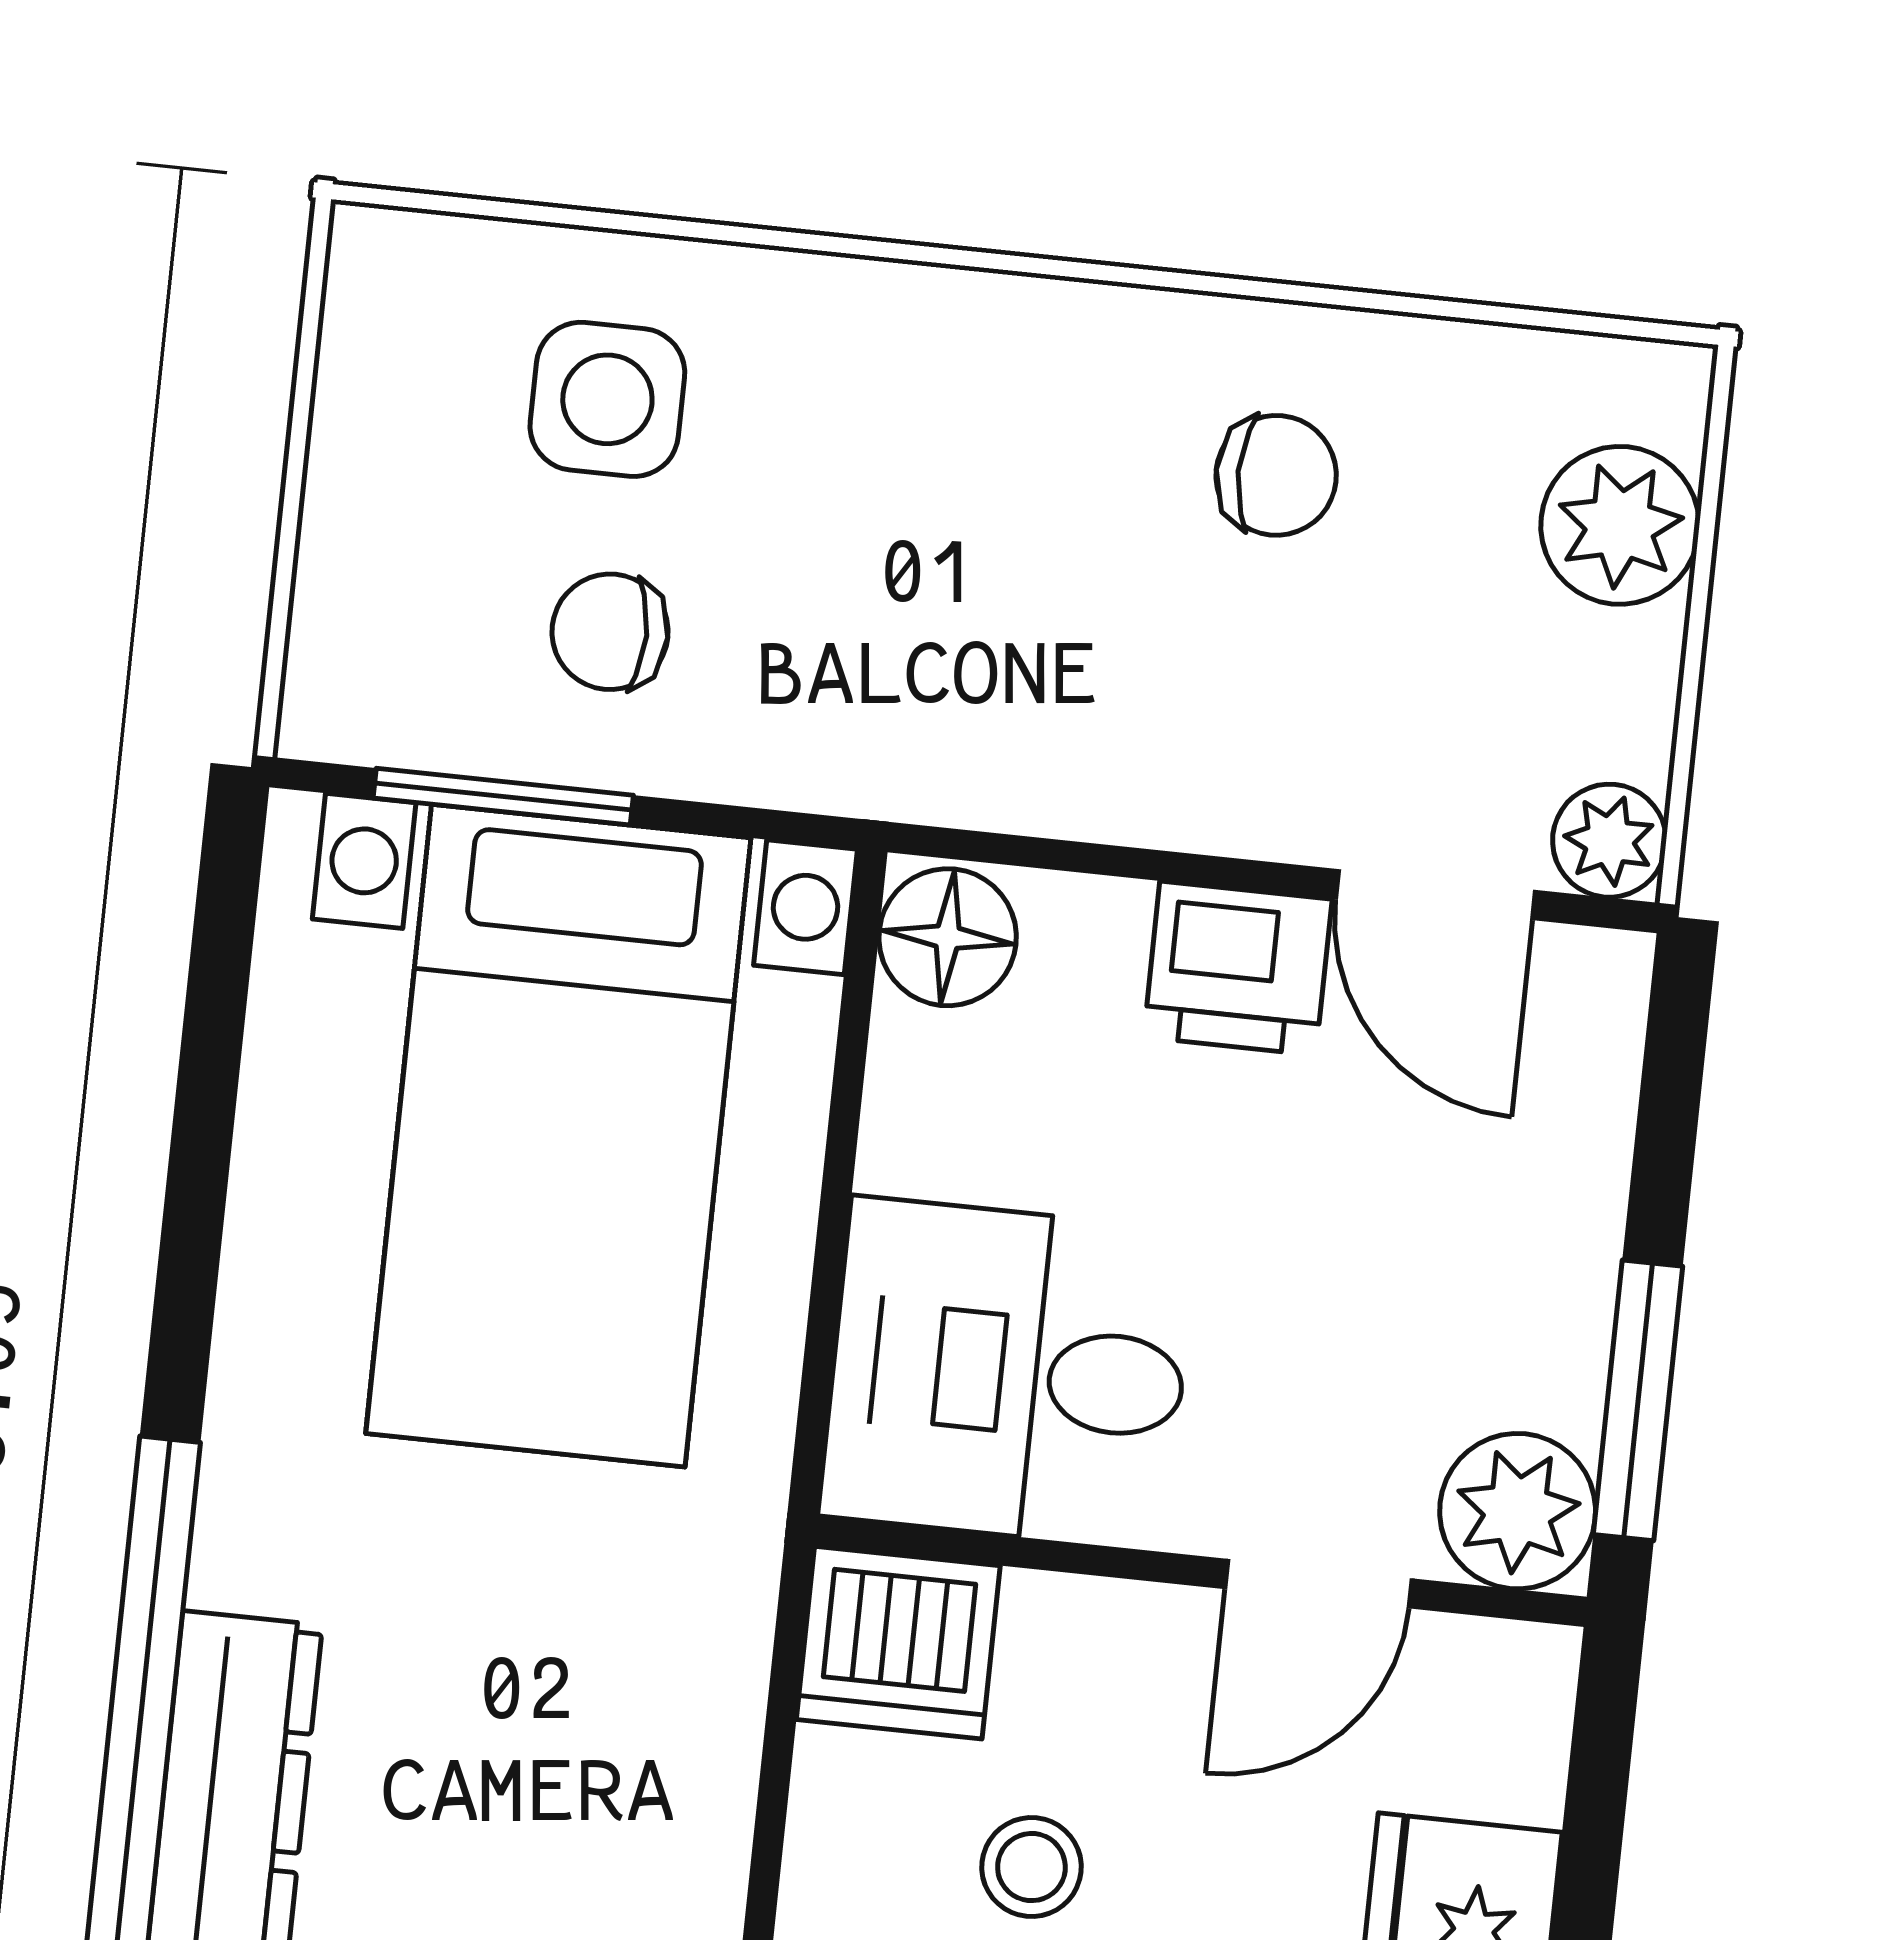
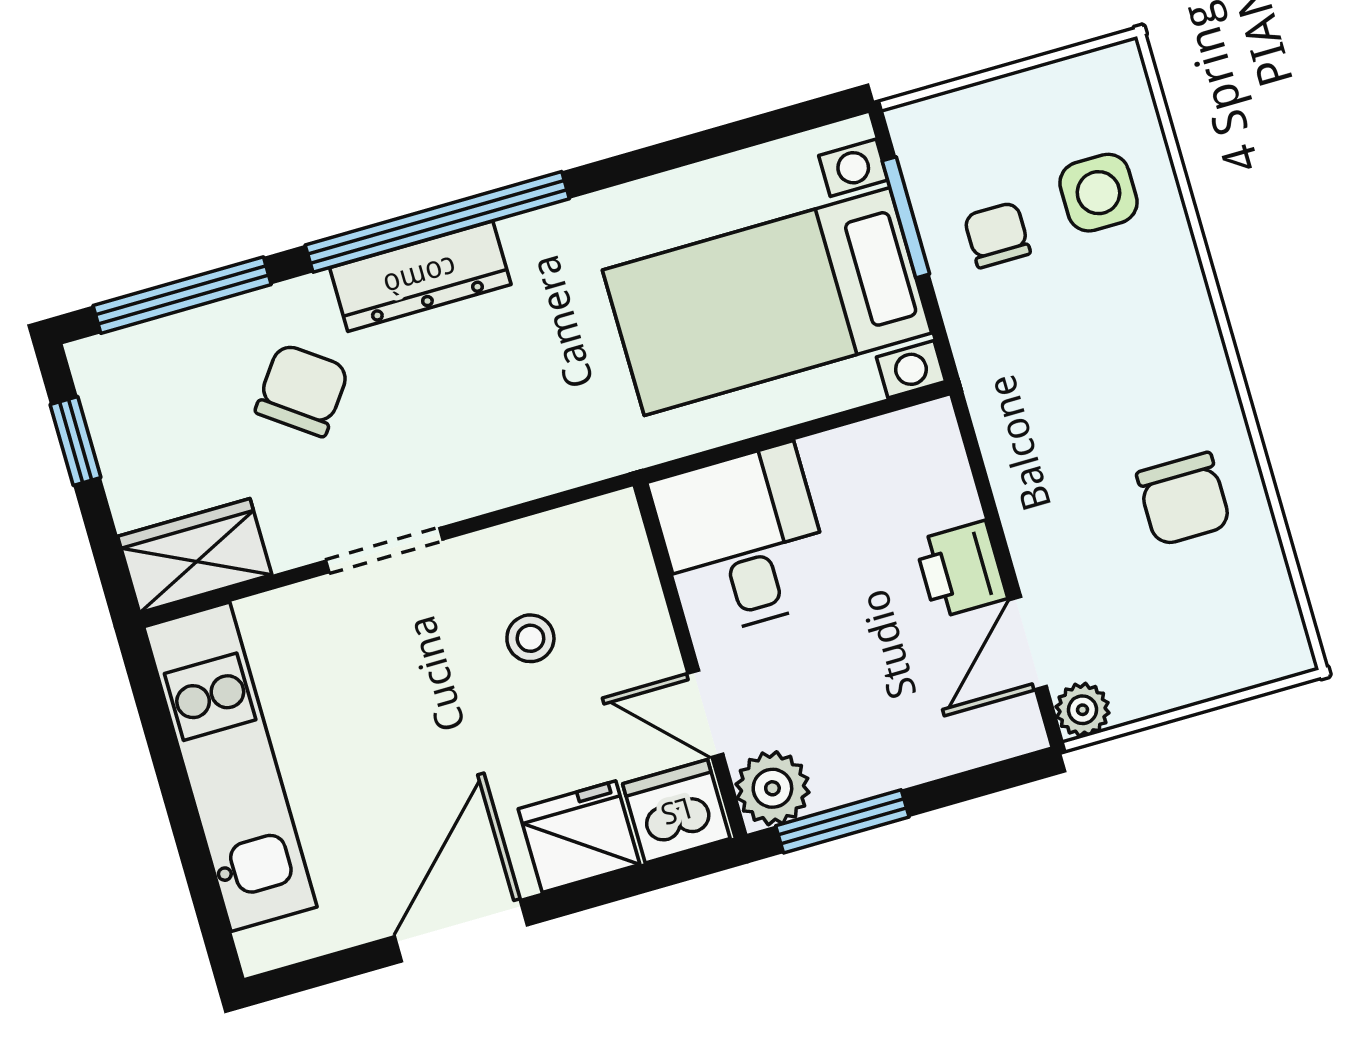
chair: (1276, 475) -> (1184, 499), width x1.37, depth x1.37
plant: (1620, 525) -> (1223, 659), removed
floor lamp: (948, 937) -> (923, 437), removed
dishwasher: (898, 1643) -> (676, 811), moved, turned 90

